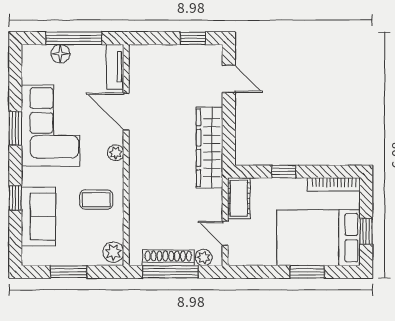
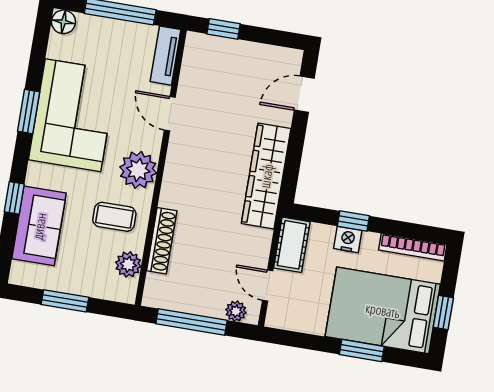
window: (193, 38) -> (224, 29), moved
floor lamp: (60, 54) -> (63, 22), moved
door: (229, 79) -> (304, 94), swing flipped
door: (126, 112) -> (170, 114), width x0.73
plant: (116, 153) -> (138, 170), width x1.88, depth x1.88
nightstand: (282, 187) -> (348, 239), added
plant: (113, 252) -> (128, 264), moved
shoe rack: (168, 258) -> (162, 241), moved, turned 90

